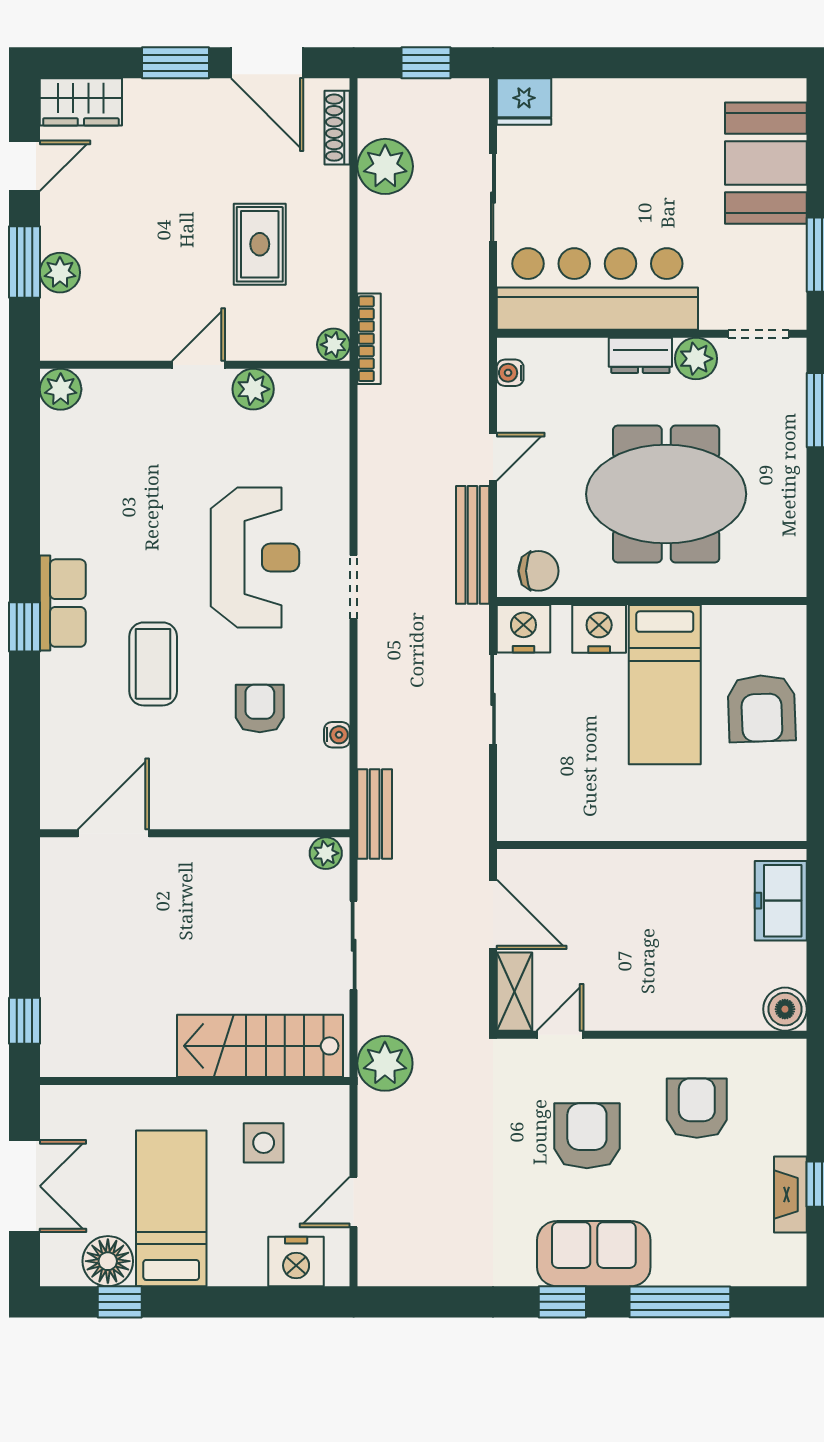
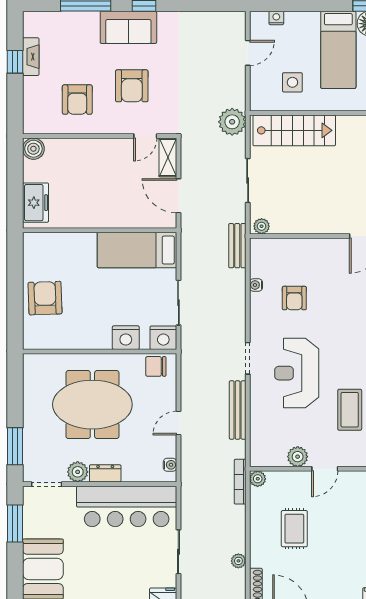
plant: (385, 166) -> (238, 561), width x0.53, depth x0.53
bench: (473, 545) -> (238, 410), moved
coffee table: (153, 664) -> (350, 410), moved
bed: (665, 685) -> (137, 250), moved, turned -90
nightstand: (296, 1262) -> (276, 18), width x0.53, depth x0.56

